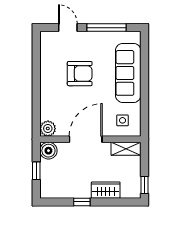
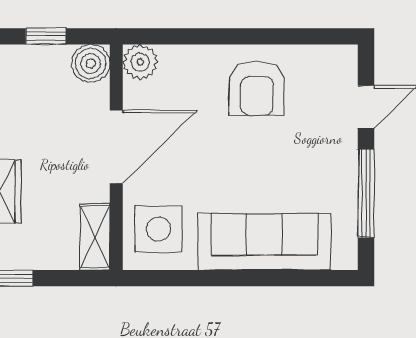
armchair: (80, 74) -> (257, 88), moved
side table: (123, 120) -> (158, 229), width x1.87, depth x1.87
door: (86, 139) -> (116, 147), hinge flipped

